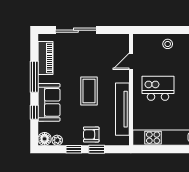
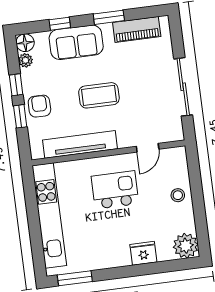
sliding door: (76, 30) -> (183, 87), moved
door: (131, 61) -> (148, 148), swing flipped
window: (34, 77) -> (109, 17), width x0.69
kitchen island: (158, 88) -> (115, 190), turned -90

